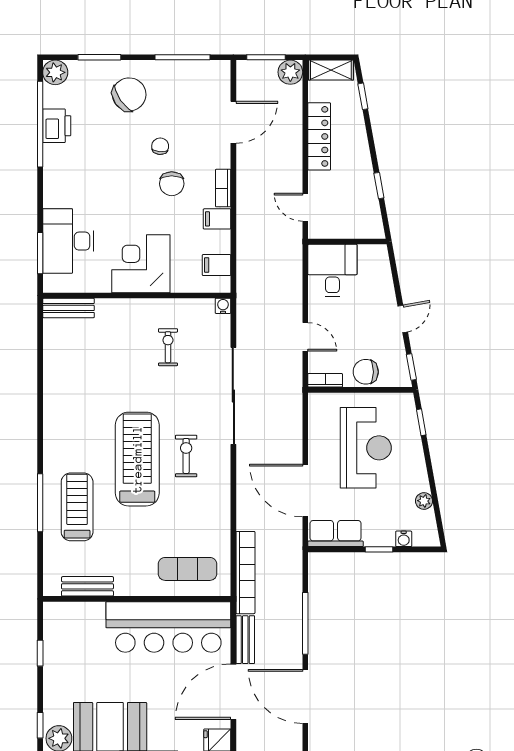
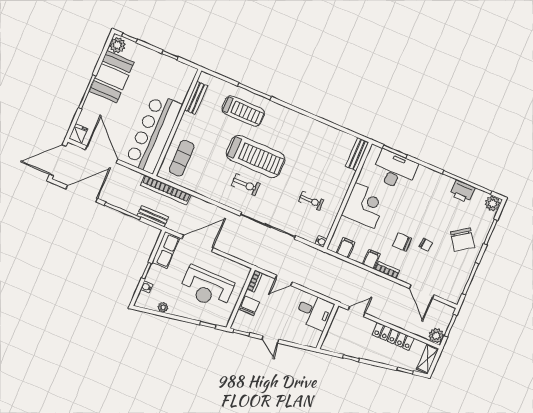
bench: (245, 640) -> (153, 216), moved

